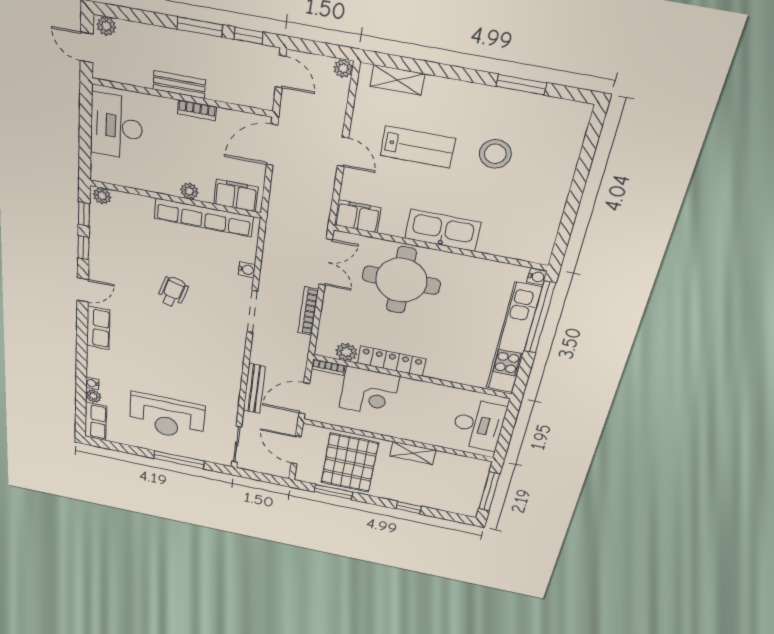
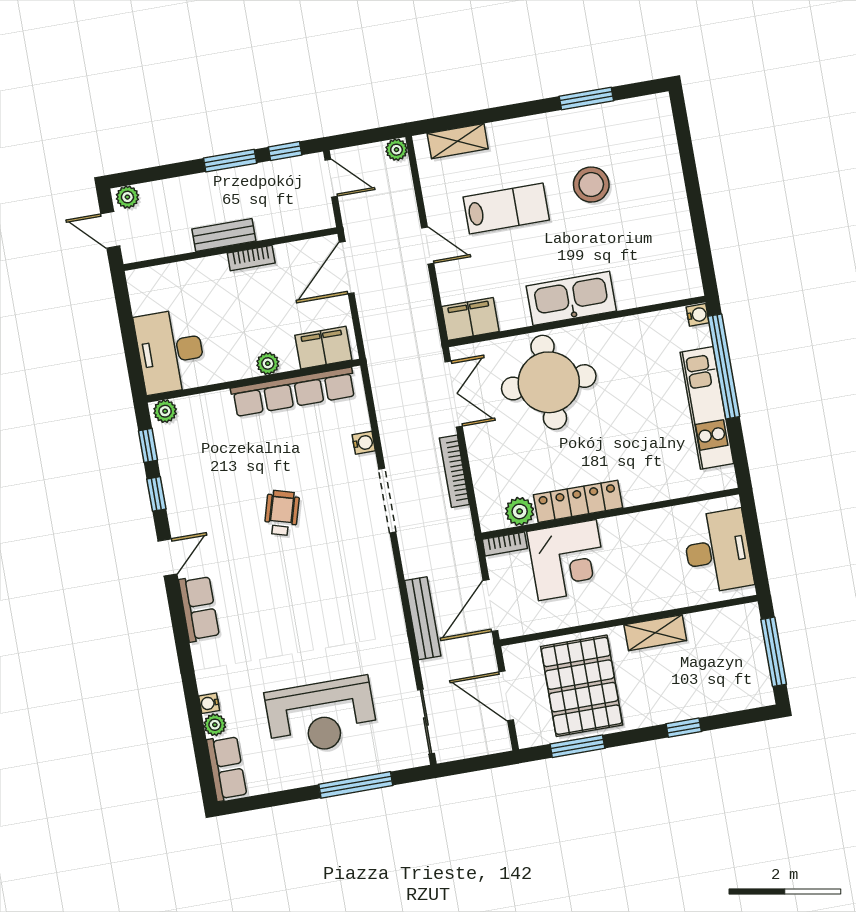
desk: (117, 126) -> (170, 351), moved
kitchen unit: (514, 339) -> (707, 408), width x0.73

